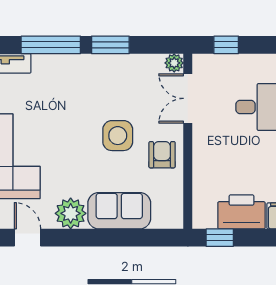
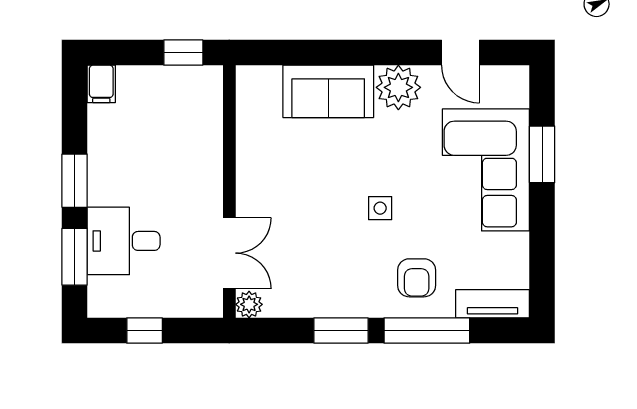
window: (226, 45) -> (145, 331), moved
side table: (118, 136) -> (380, 208), moved, width x0.54, depth x0.54
armchair: (162, 155) -> (417, 278), moved
printer: (241, 212) -> (152, 90), removed

